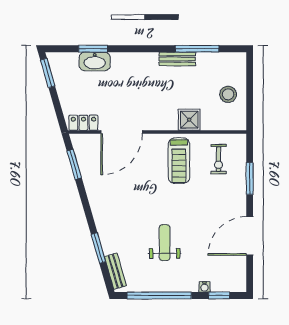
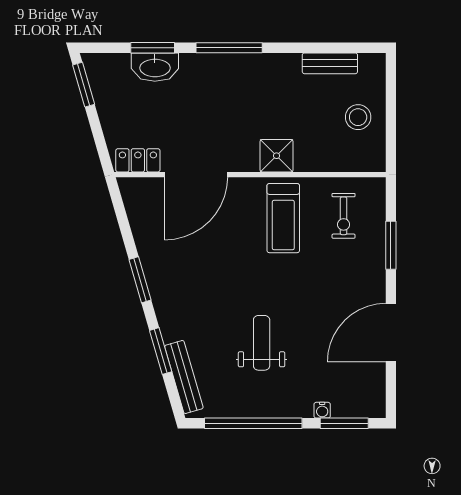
window: (197, 49) -> (229, 48), moved
bench: (177, 59) -> (330, 63), moved
shower: (189, 120) -> (277, 156), moved
window: (74, 164) -> (140, 280), moved
bench: (115, 271) -> (184, 377), width x1.36
window: (219, 295) -> (344, 423), width x1.50

